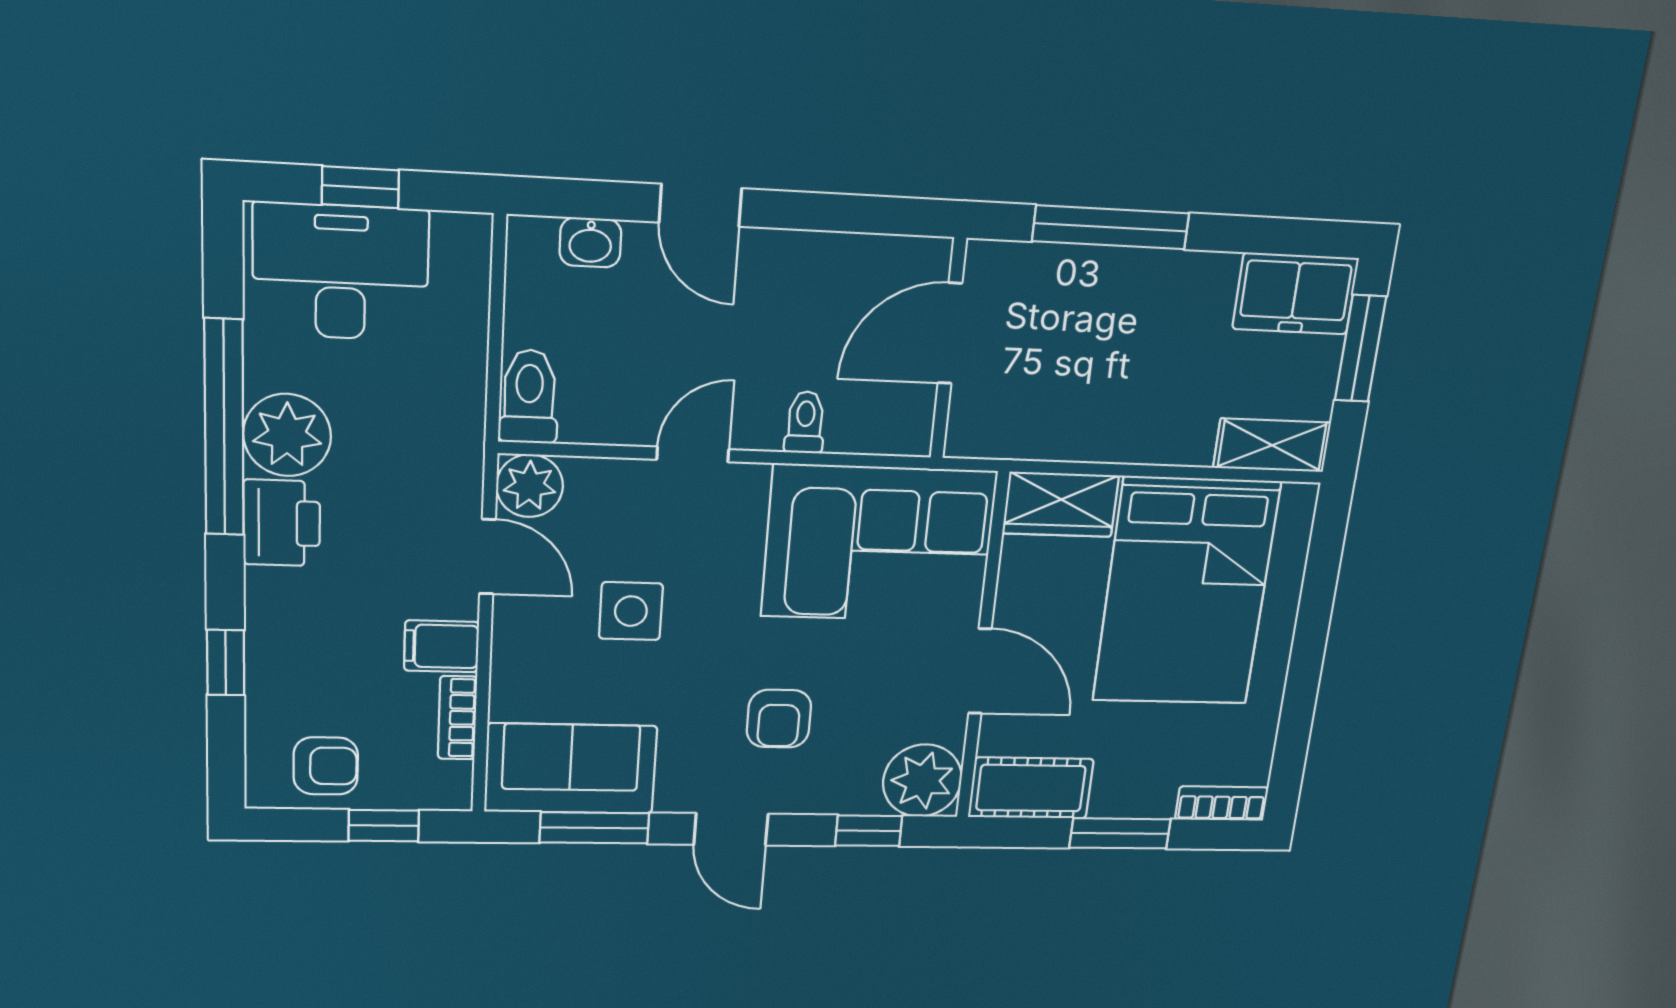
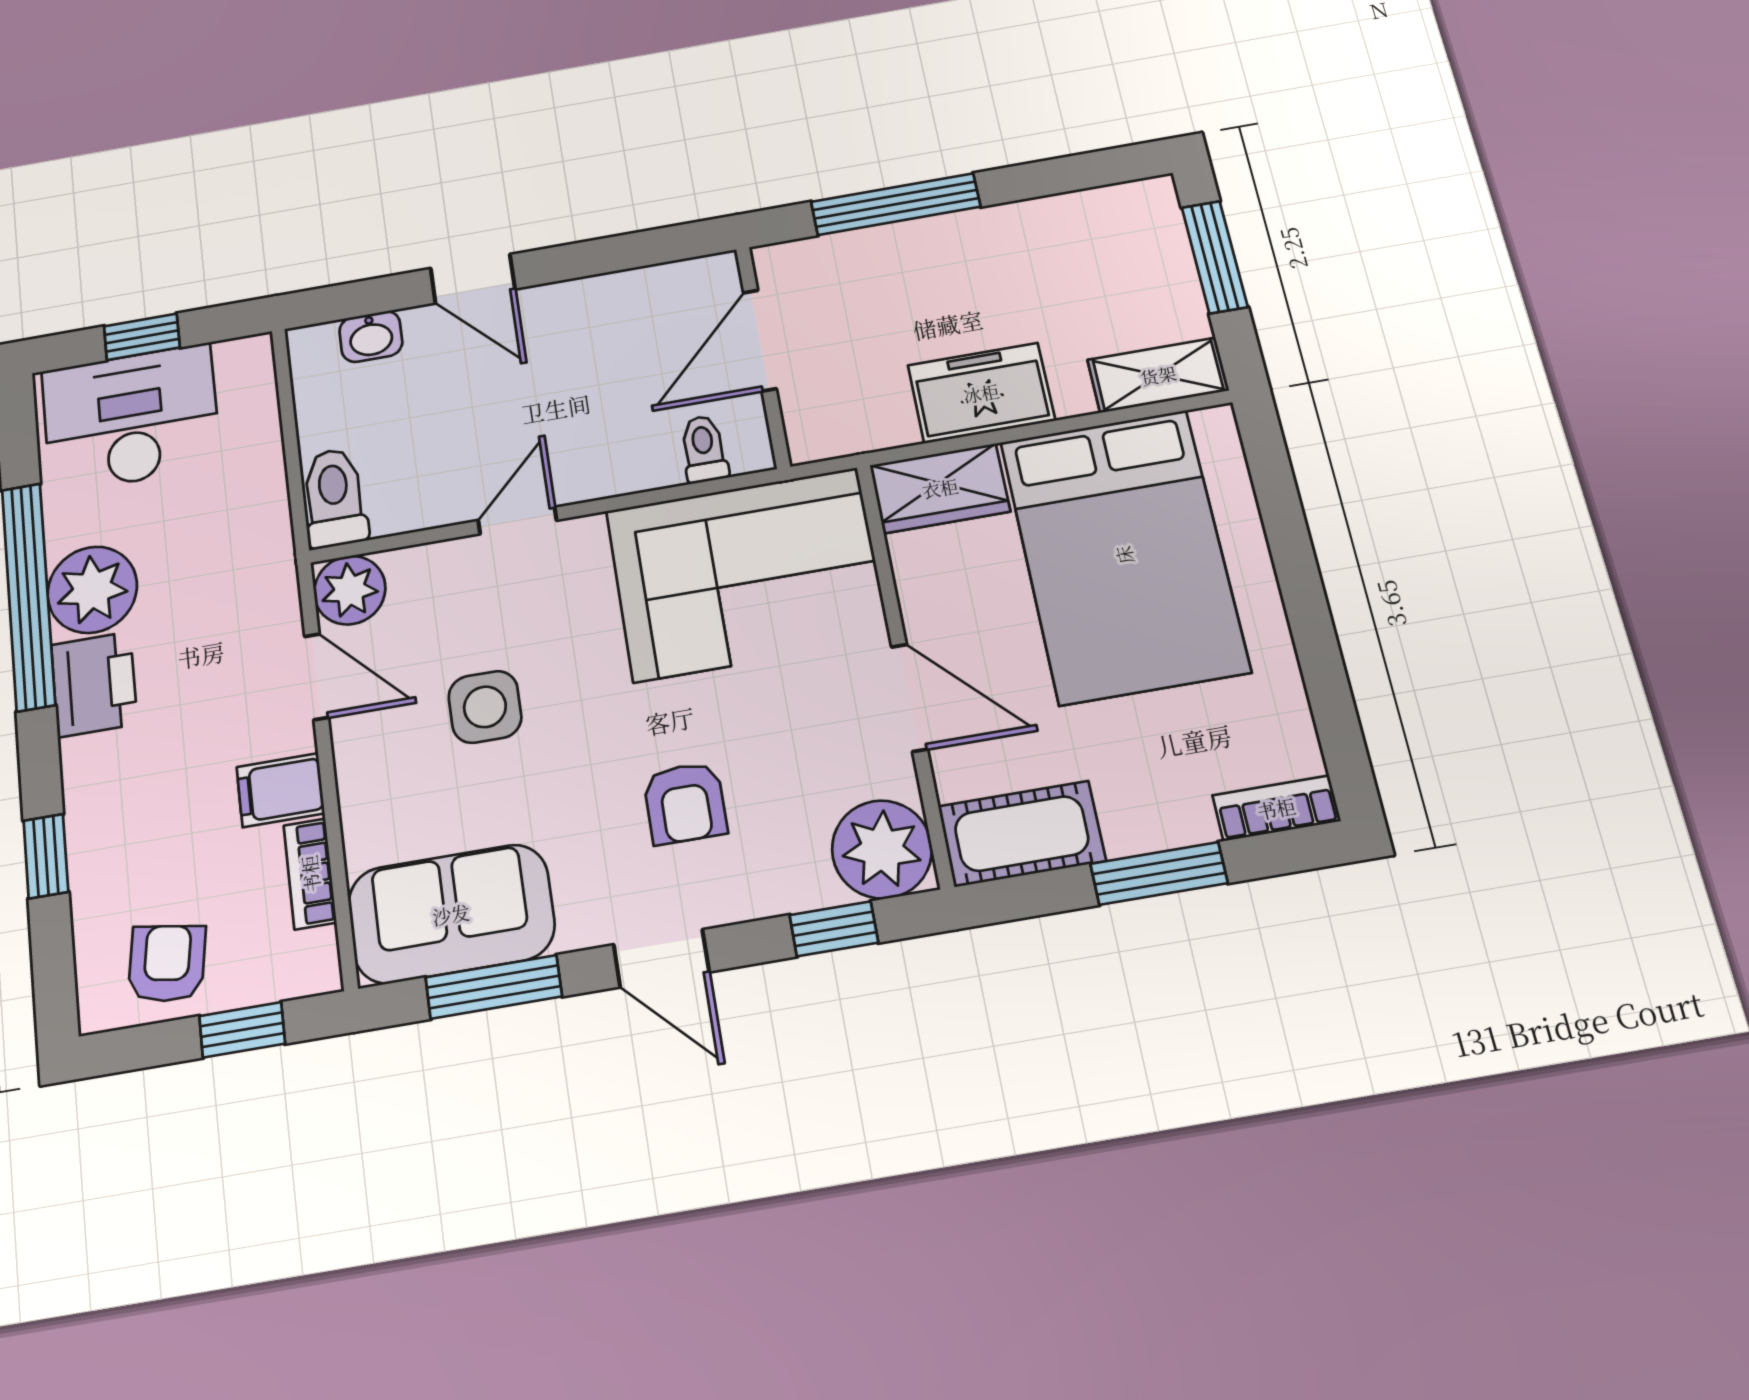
freezer: (1295, 294) -> (981, 393), moved, turned 180
toilet: (805, 422) -> (704, 449), moved
armchair: (326, 766) -> (167, 963), turned -81

